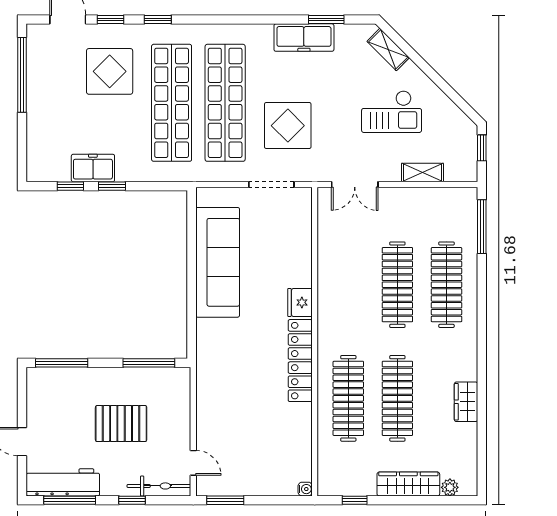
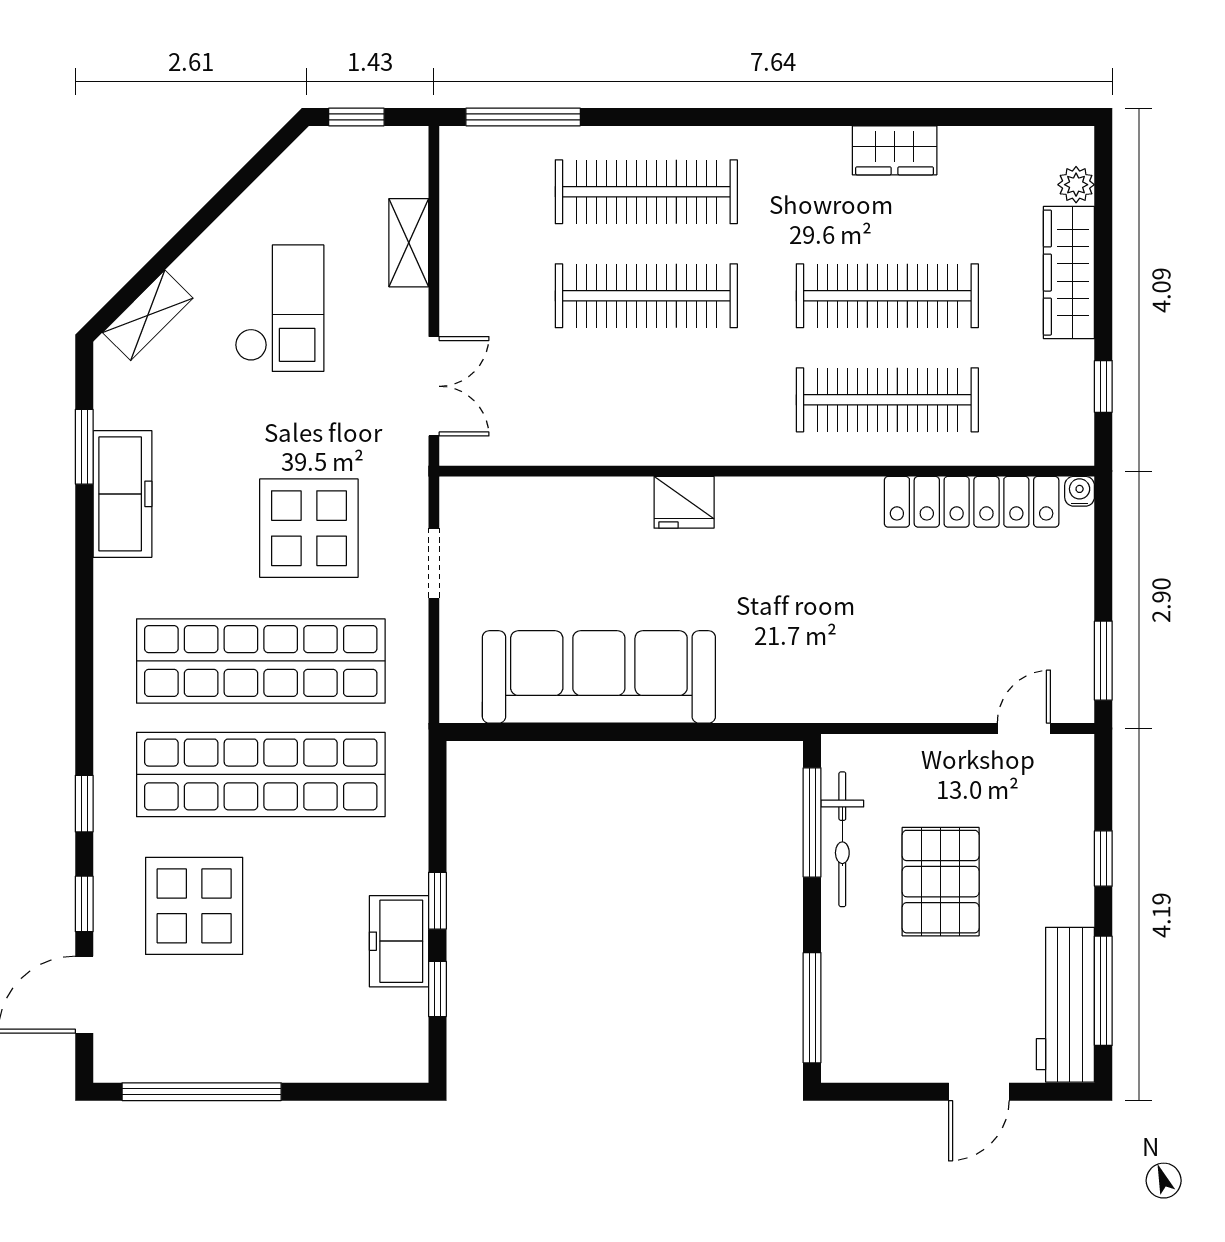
doorway: (271, 184) -> (434, 563), width x0.73
locker: (300, 361) -> (972, 502), moved
bicycle: (159, 486) -> (842, 839), moved, turned 180

